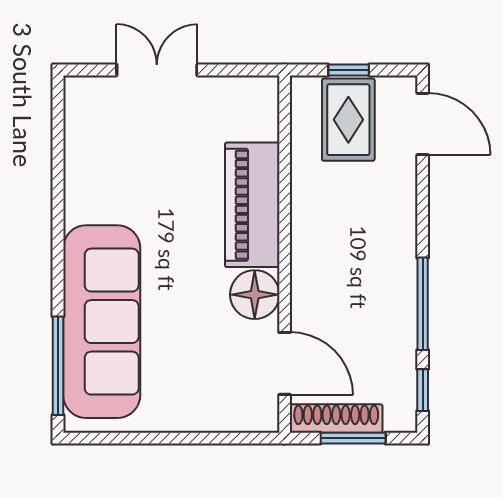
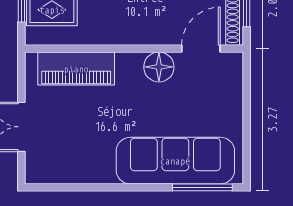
piano: (252, 205) -> (76, 69), moved

